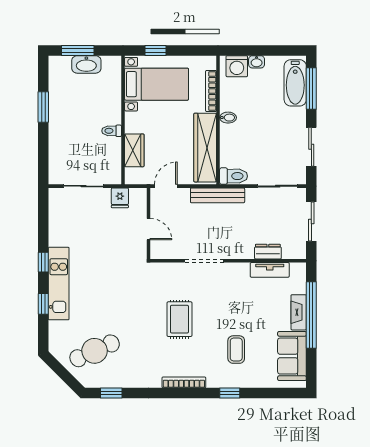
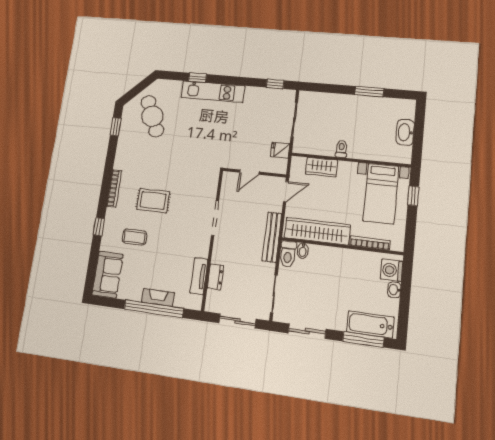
window: (78, 50) -> (419, 126), removed
bidet: (228, 118) -> (303, 251), moved
door: (166, 186) -> (286, 192), hinge flipped
window: (43, 262) -> (275, 84), moved
rug: (179, 319) -> (153, 200), moved
sofa: (292, 356) -> (108, 275), moved, turned 90

